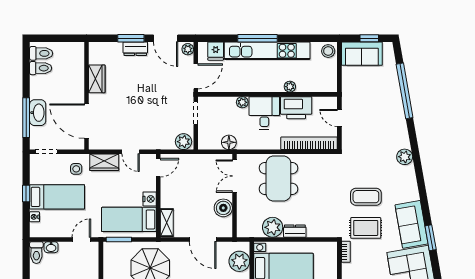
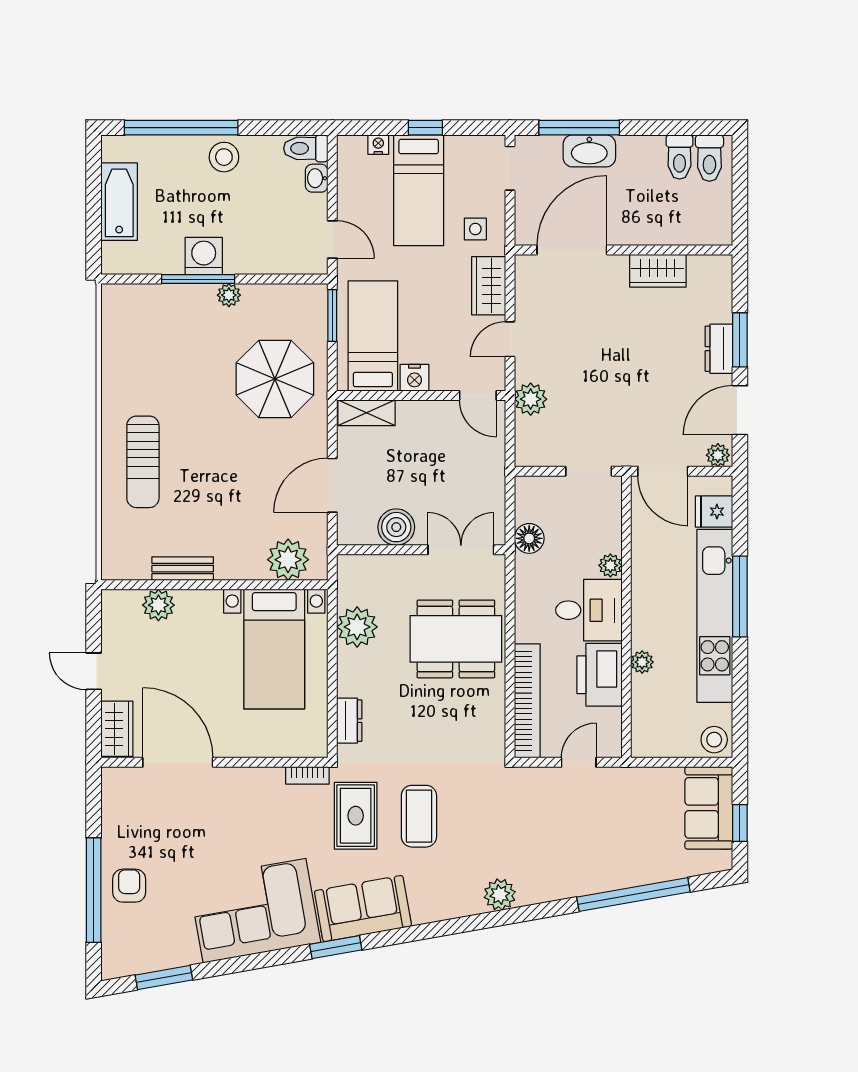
plant: (184, 142) -> (531, 399), moved
dresser: (295, 231) -> (349, 721), moved

